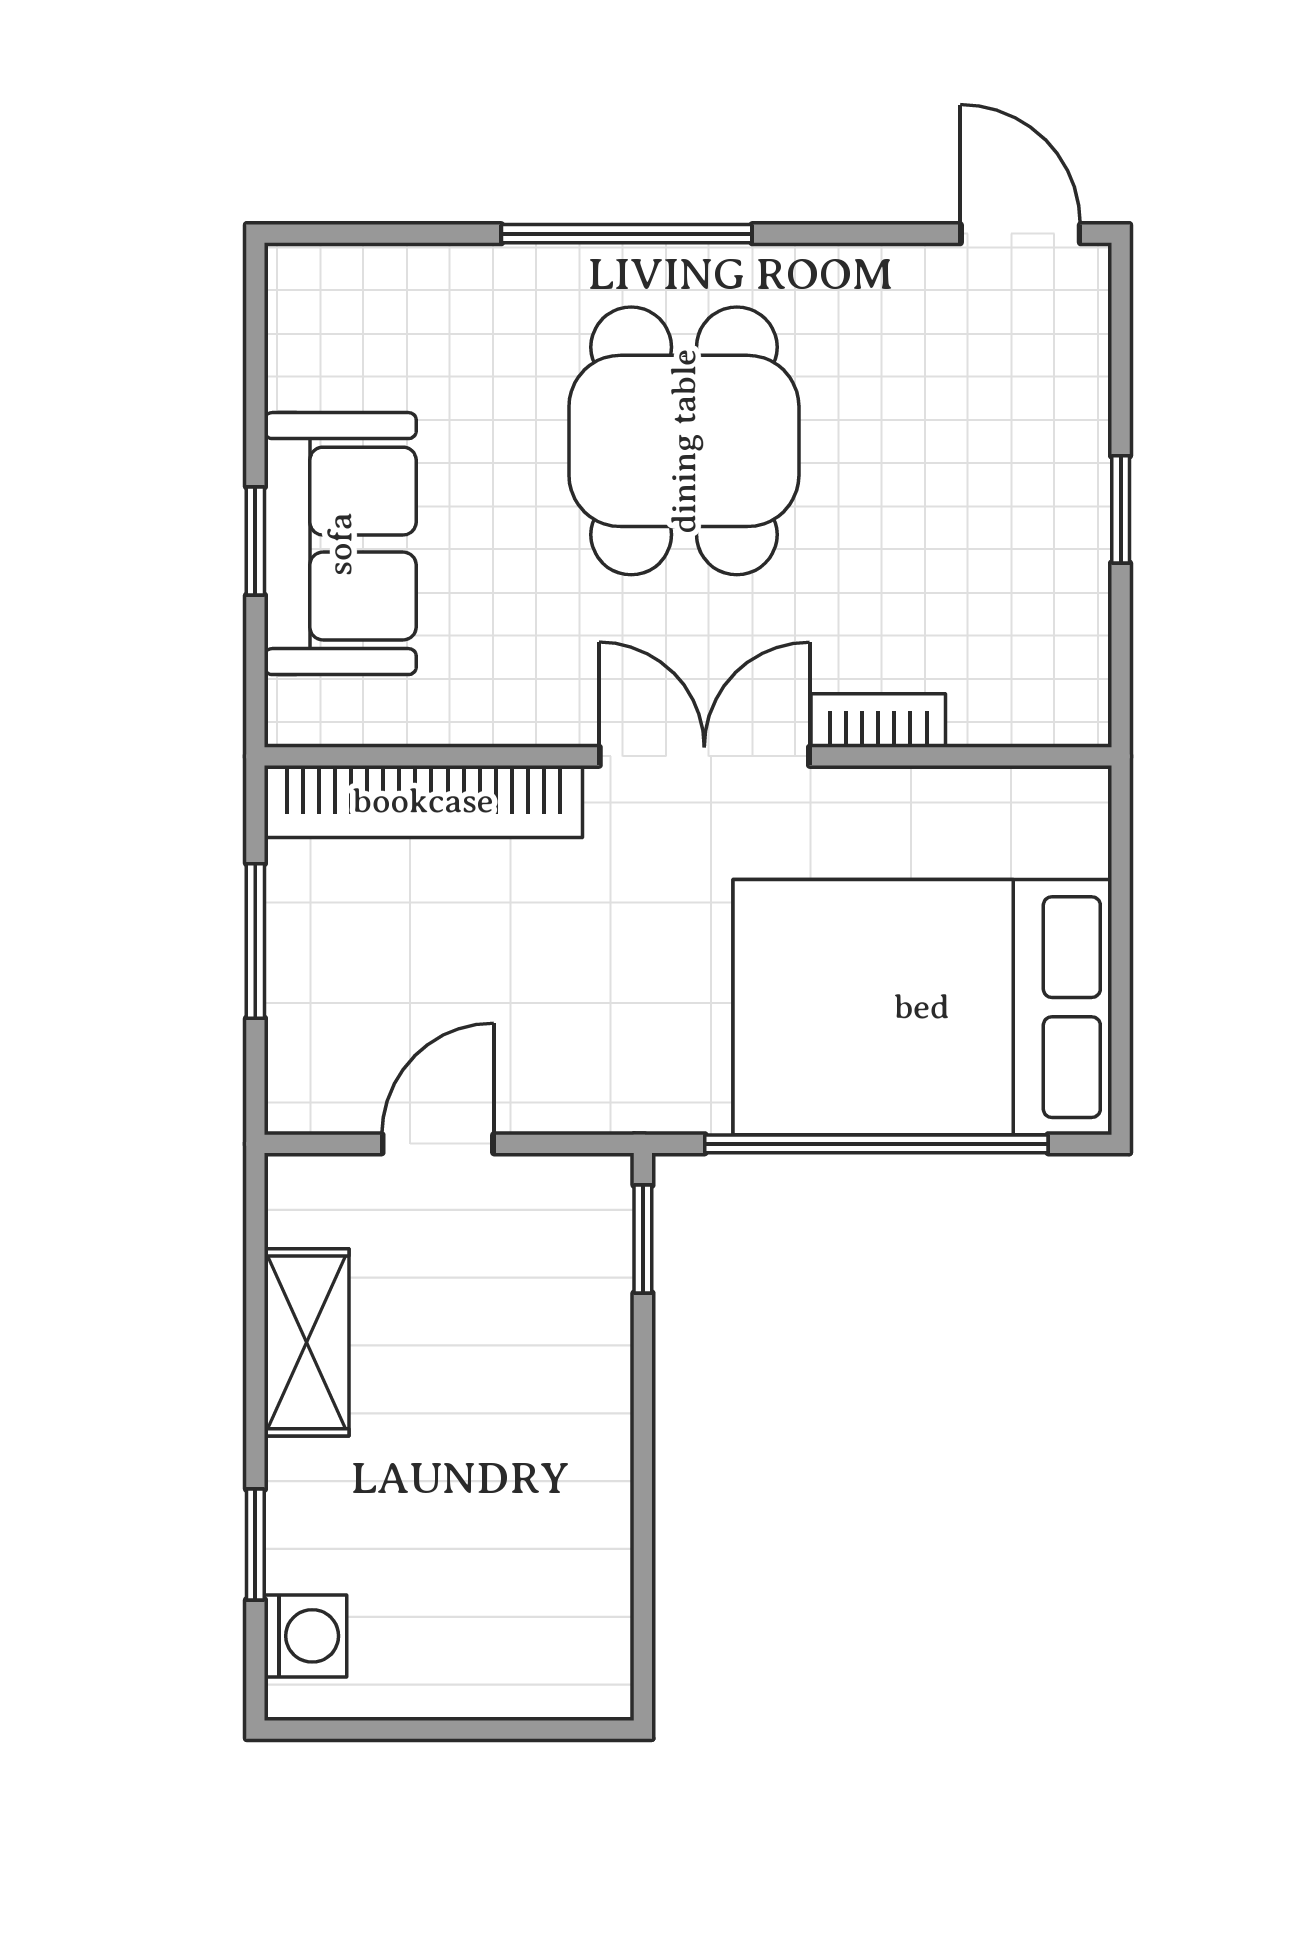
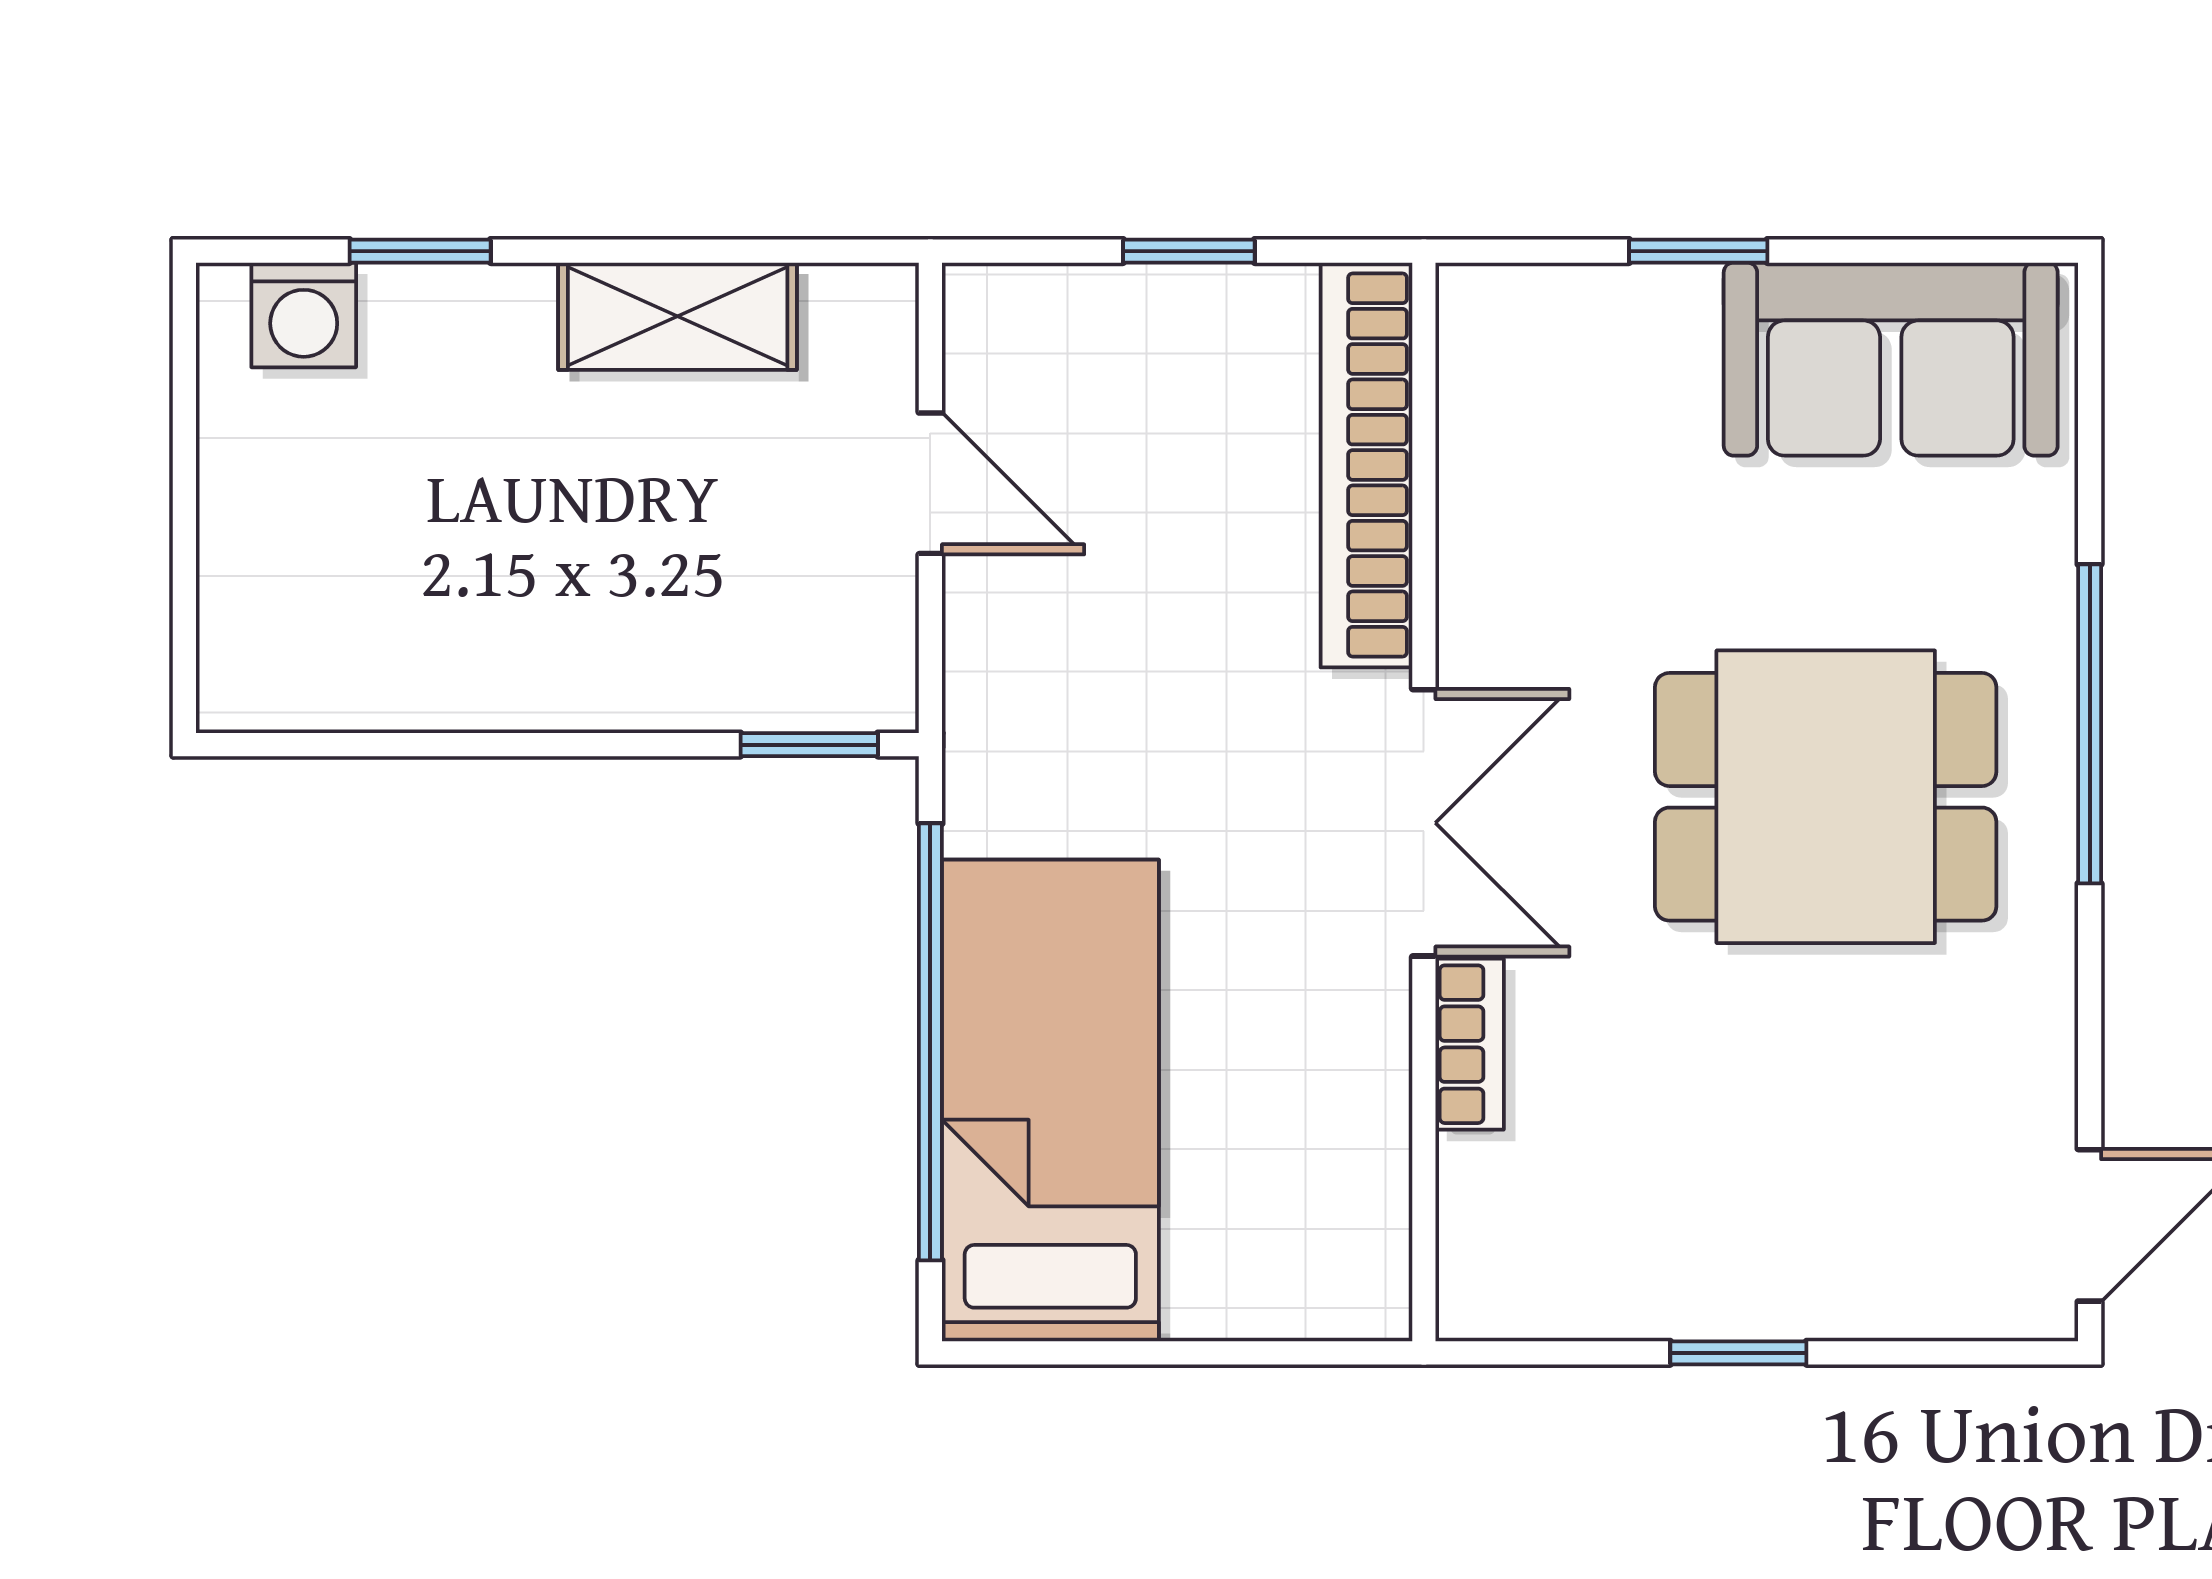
sofa: (340, 544) -> (1891, 359), moved
window: (255, 941) -> (1189, 251), width x0.67
bed: (922, 1007) -> (1050, 1100), width x0.67

